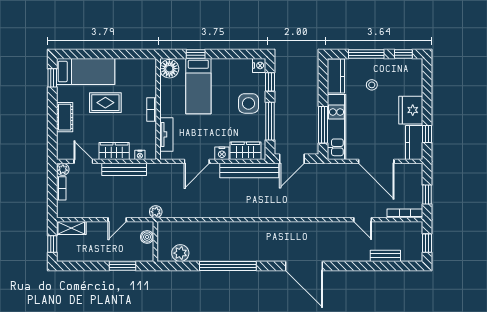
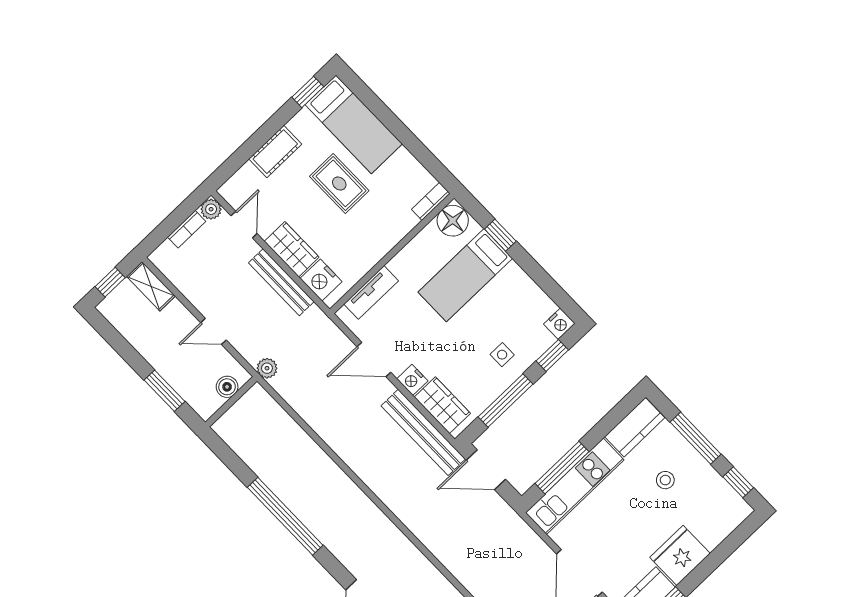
side table: (249, 103) -> (502, 355), width x0.54, depth x0.54
bookcase: (152, 110) -> (431, 201), moved
nightstand: (140, 155) -> (321, 280), width x1.89, depth x1.79
plant: (180, 253) -> (246, 445), removed

